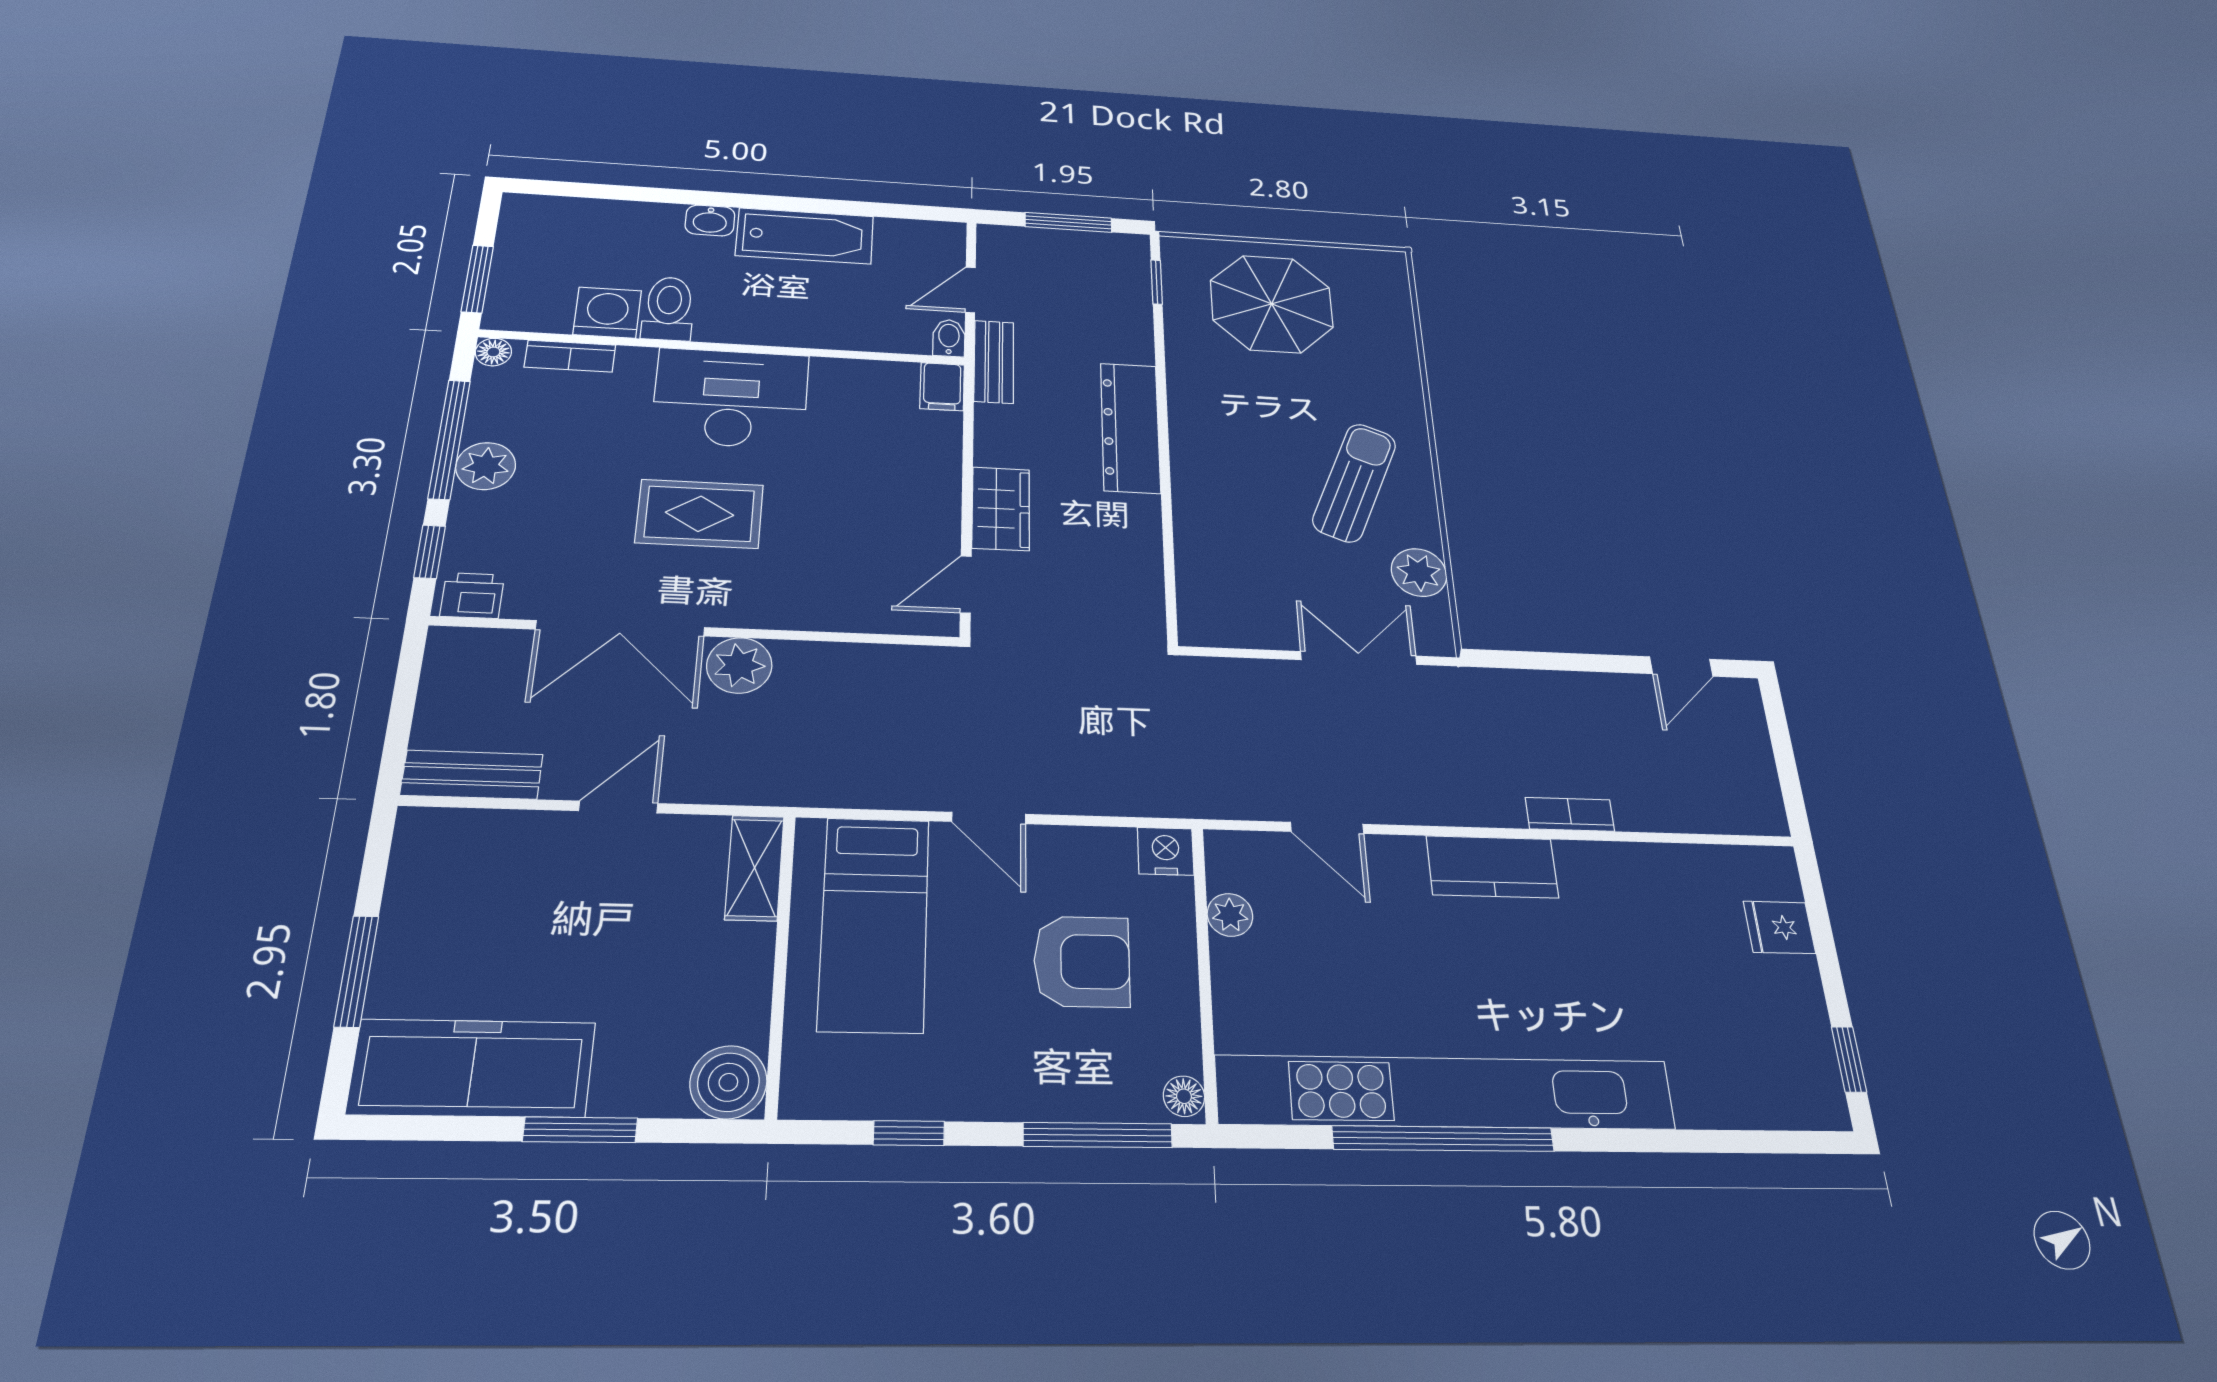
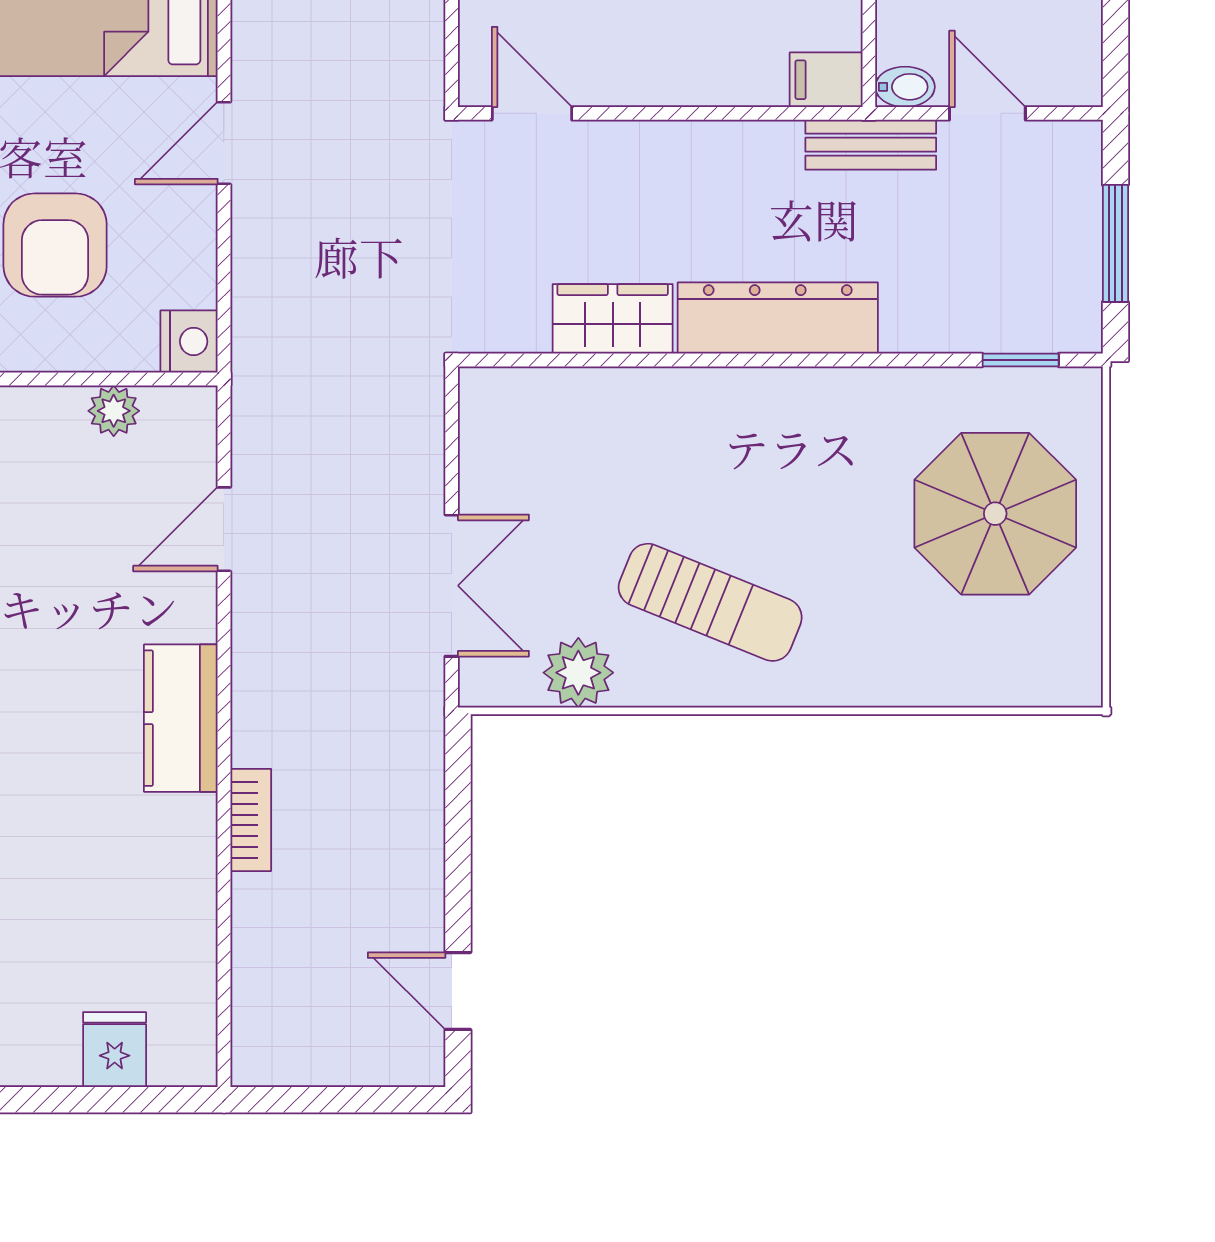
wardrobe: (1001, 509) -> (613, 319), moved, turned 180

